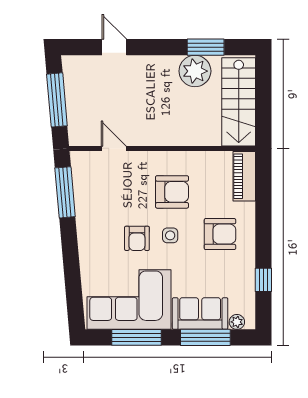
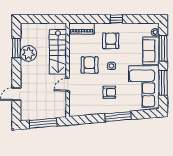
stairs: (239, 102) -> (58, 52), moved, turned 90
door: (114, 148) -> (68, 84), moved
window: (65, 192) -> (118, 117), moved
armchair: (137, 238) -> (109, 92), moved
window: (263, 280) -> (116, 19), moved

